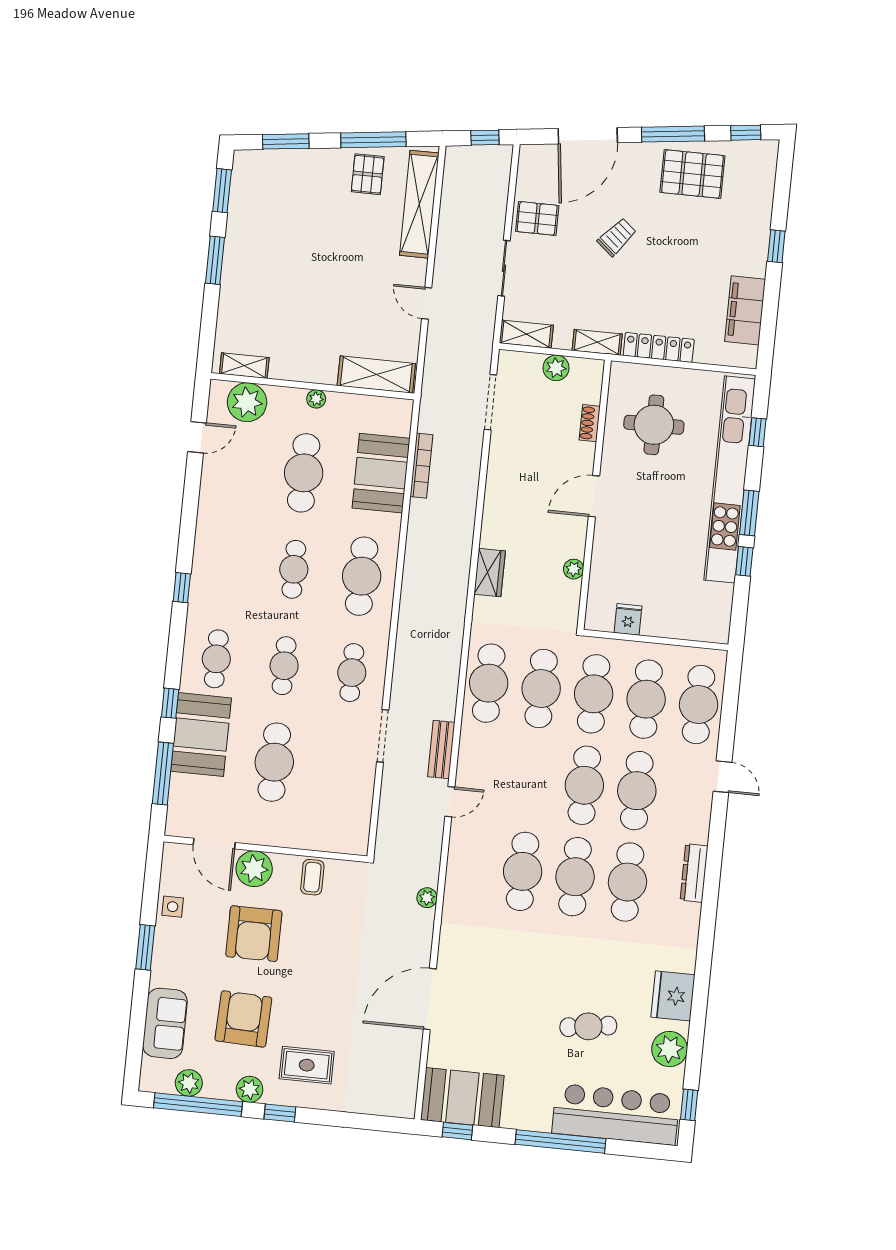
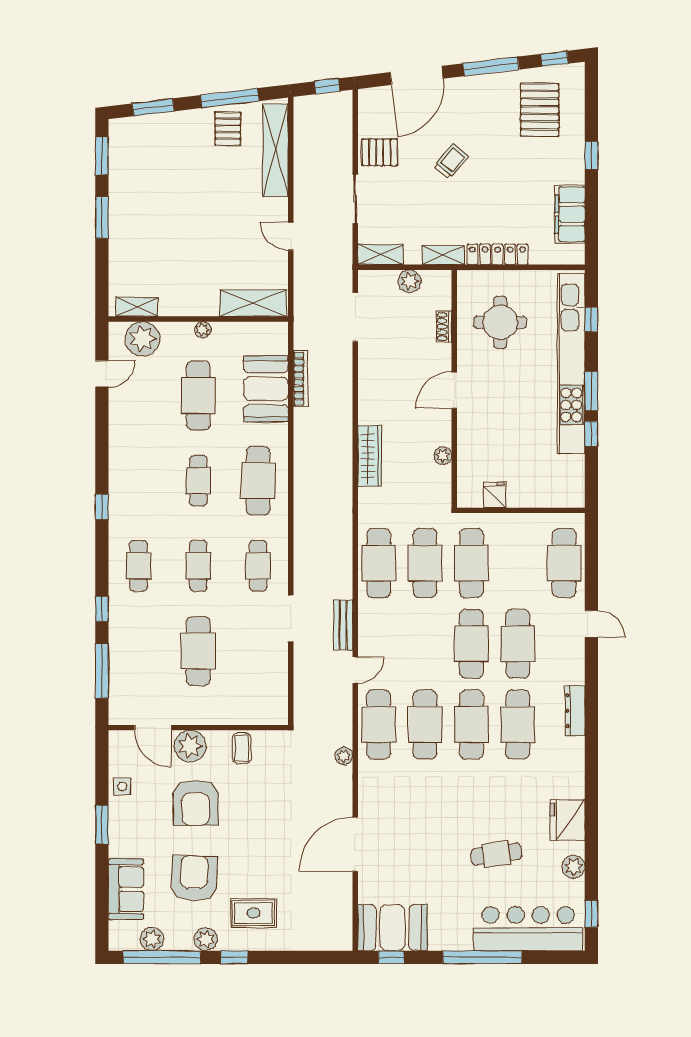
pallet: (692, 174) -> (540, 110), moved, turned 90
wardrobe: (490, 573) -> (370, 456), width x1.50
cafe table: (646, 699) -> (379, 724), moved
booth: (201, 735) -> (132, 633), removed
plant: (670, 1049) -> (574, 867), width x0.73, depth x0.73

